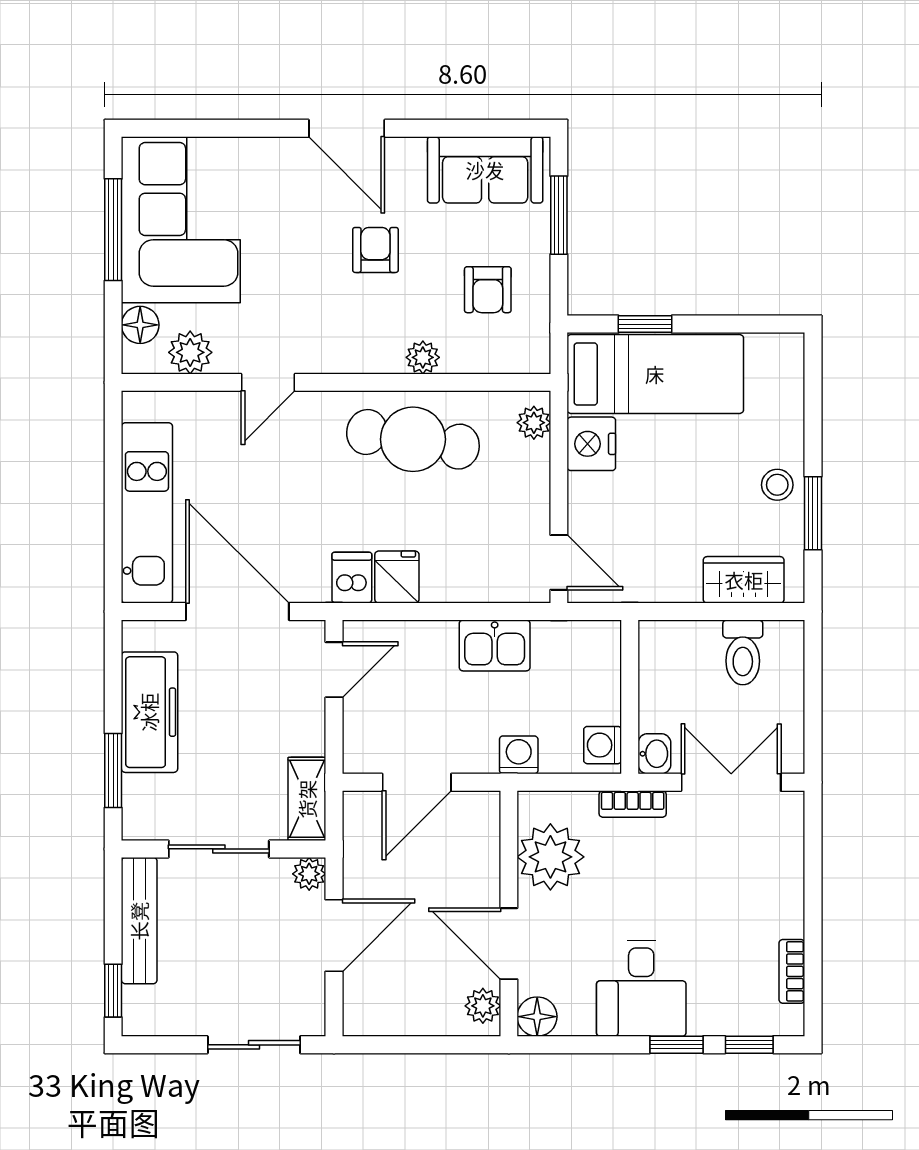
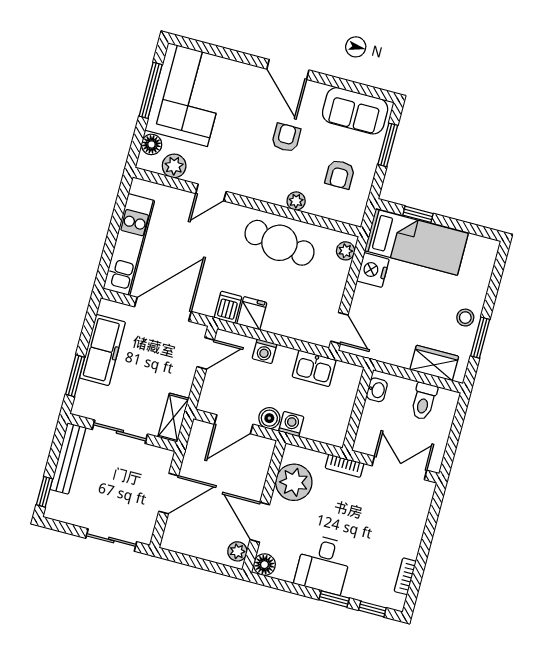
door: (237, 612) -> (163, 309), hinge flipped
kitchen sink: (495, 645) -> (314, 368), moved
washing machine: (603, 745) -> (265, 351), moved, turned -90
washbasin: (654, 754) -> (377, 390), moved
boiler: (477, 755) -> (269, 418), added
plant: (309, 874) -> (164, 458), removed

